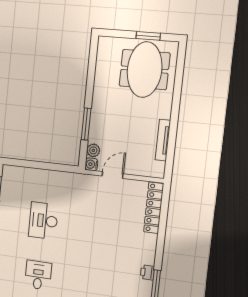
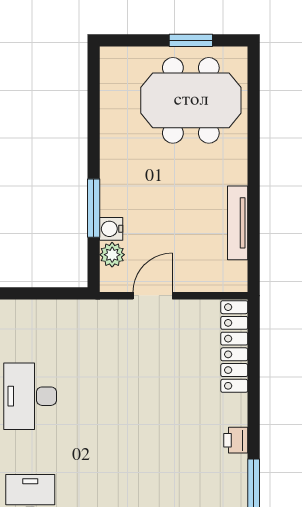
meeting table: (144, 70) -> (191, 100), turned 90
water cooler: (91, 164) -> (111, 229), moved
printer: (147, 272) -> (236, 440), moved

